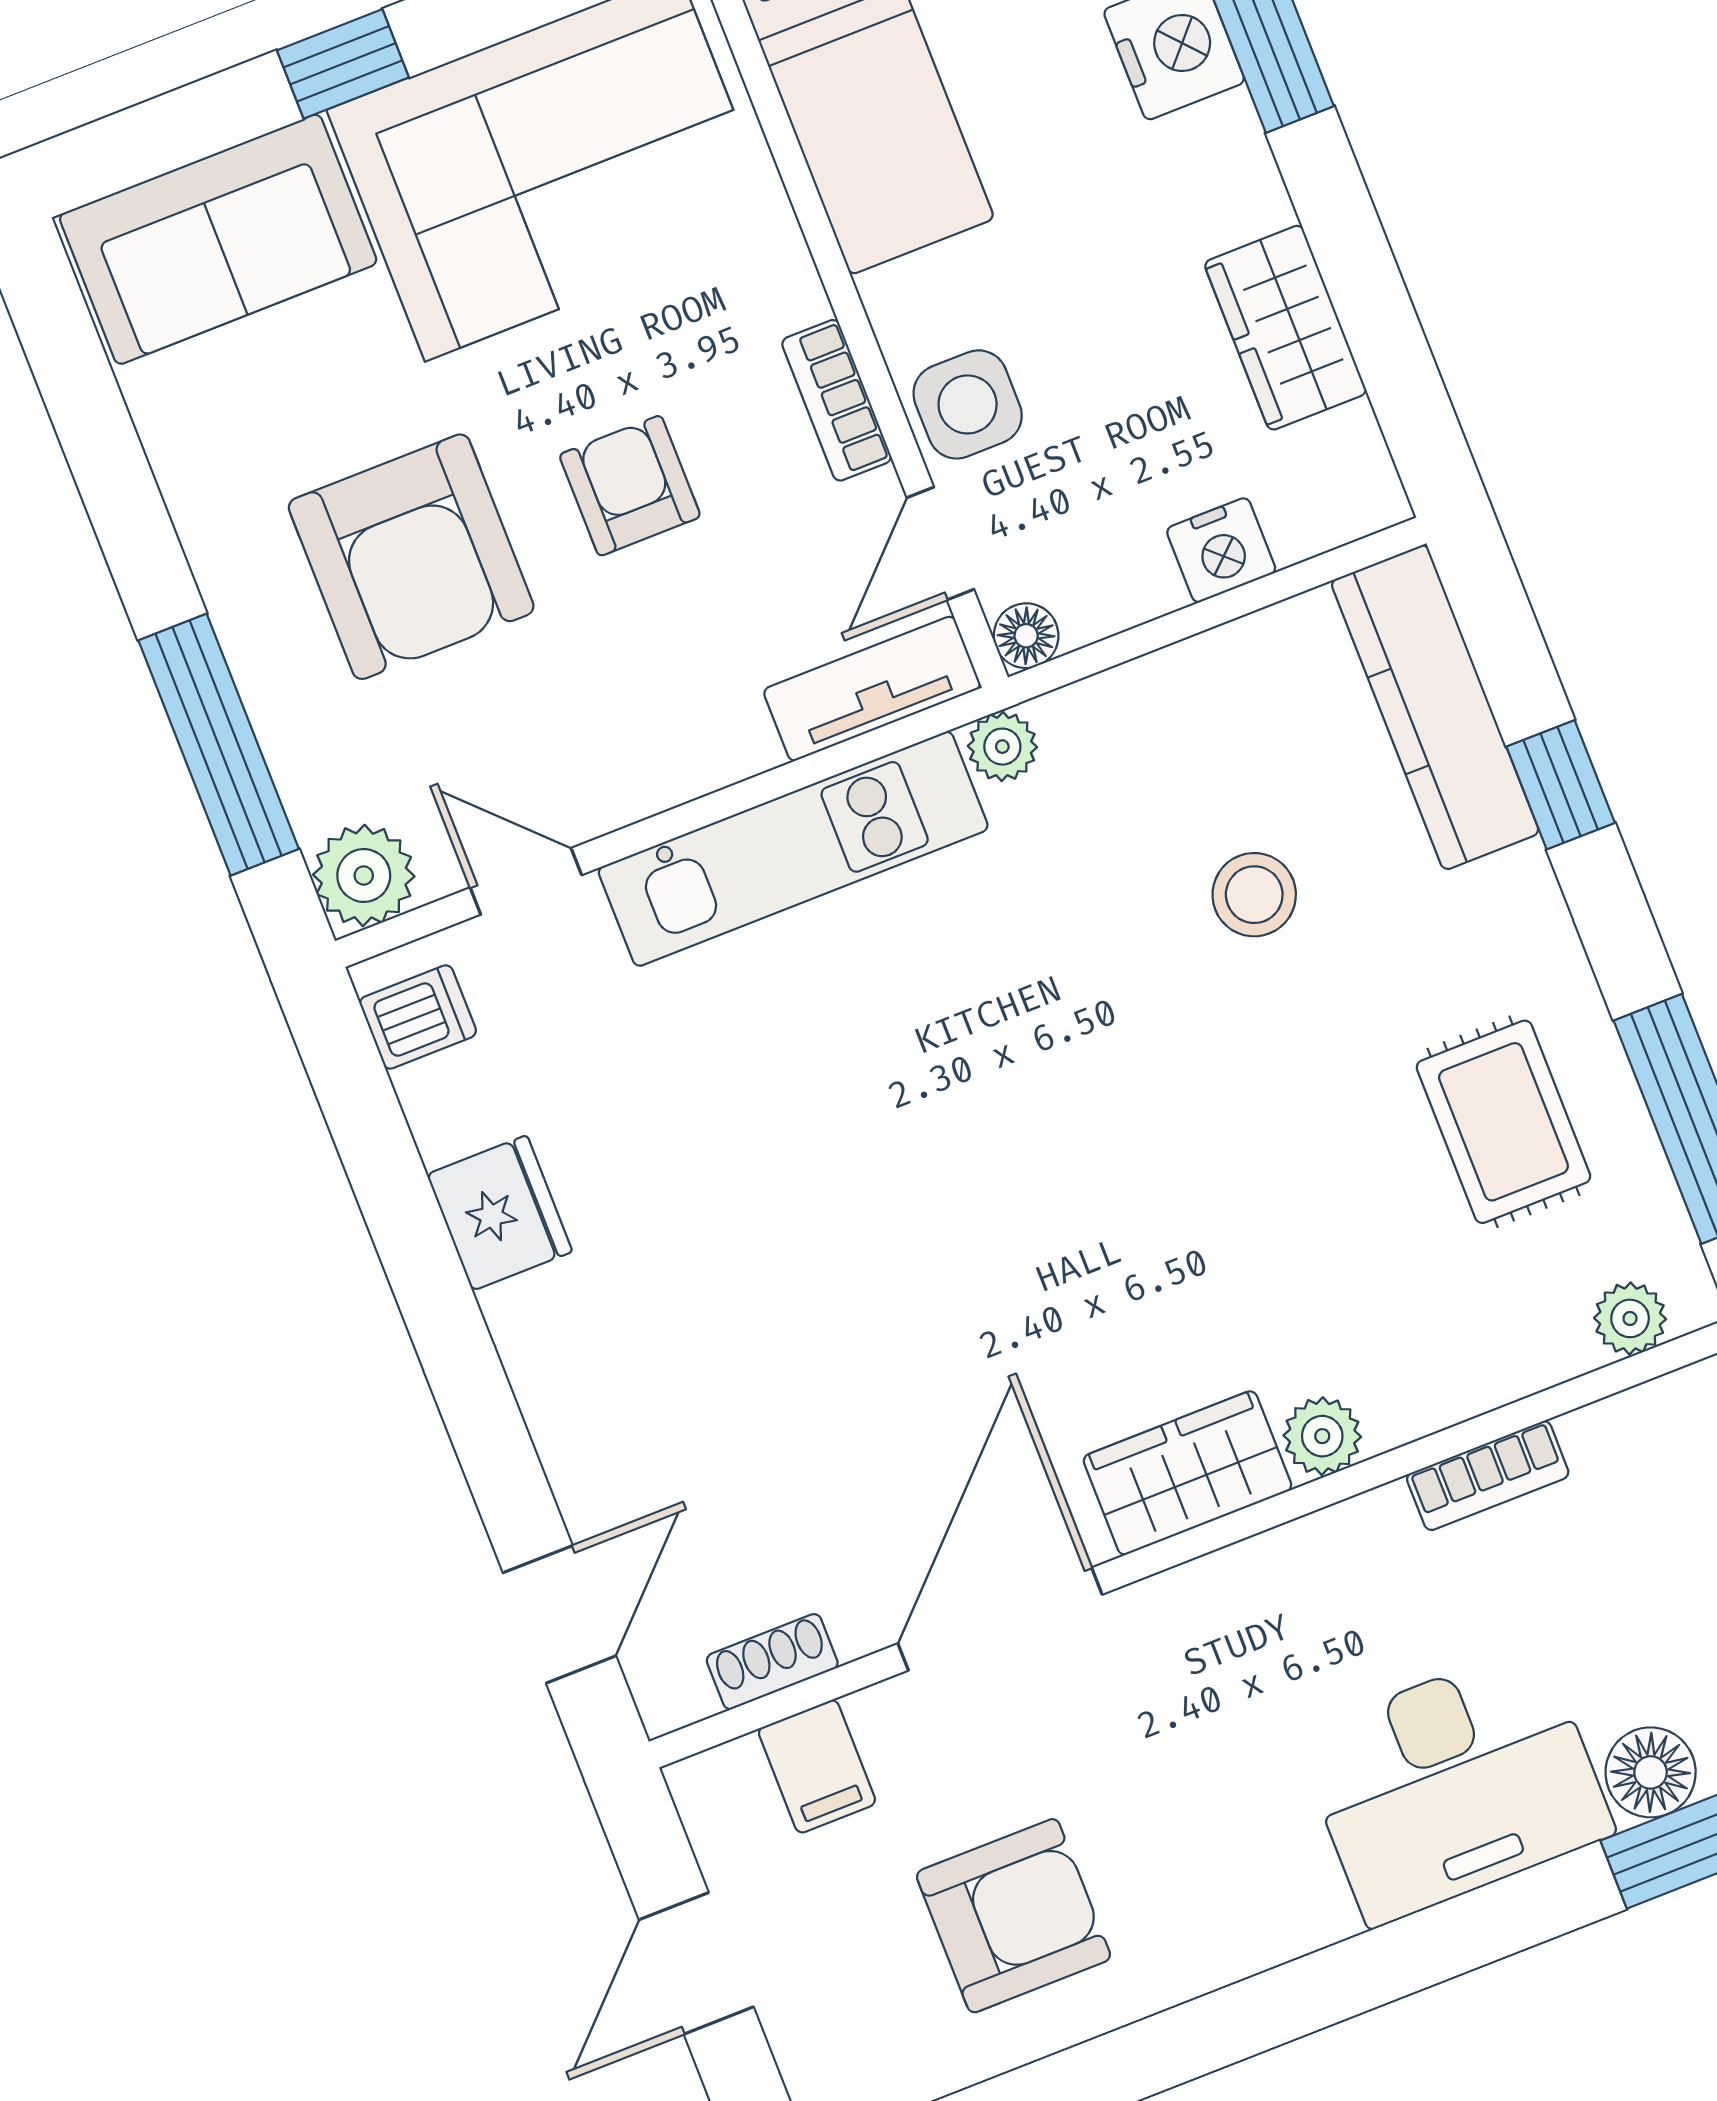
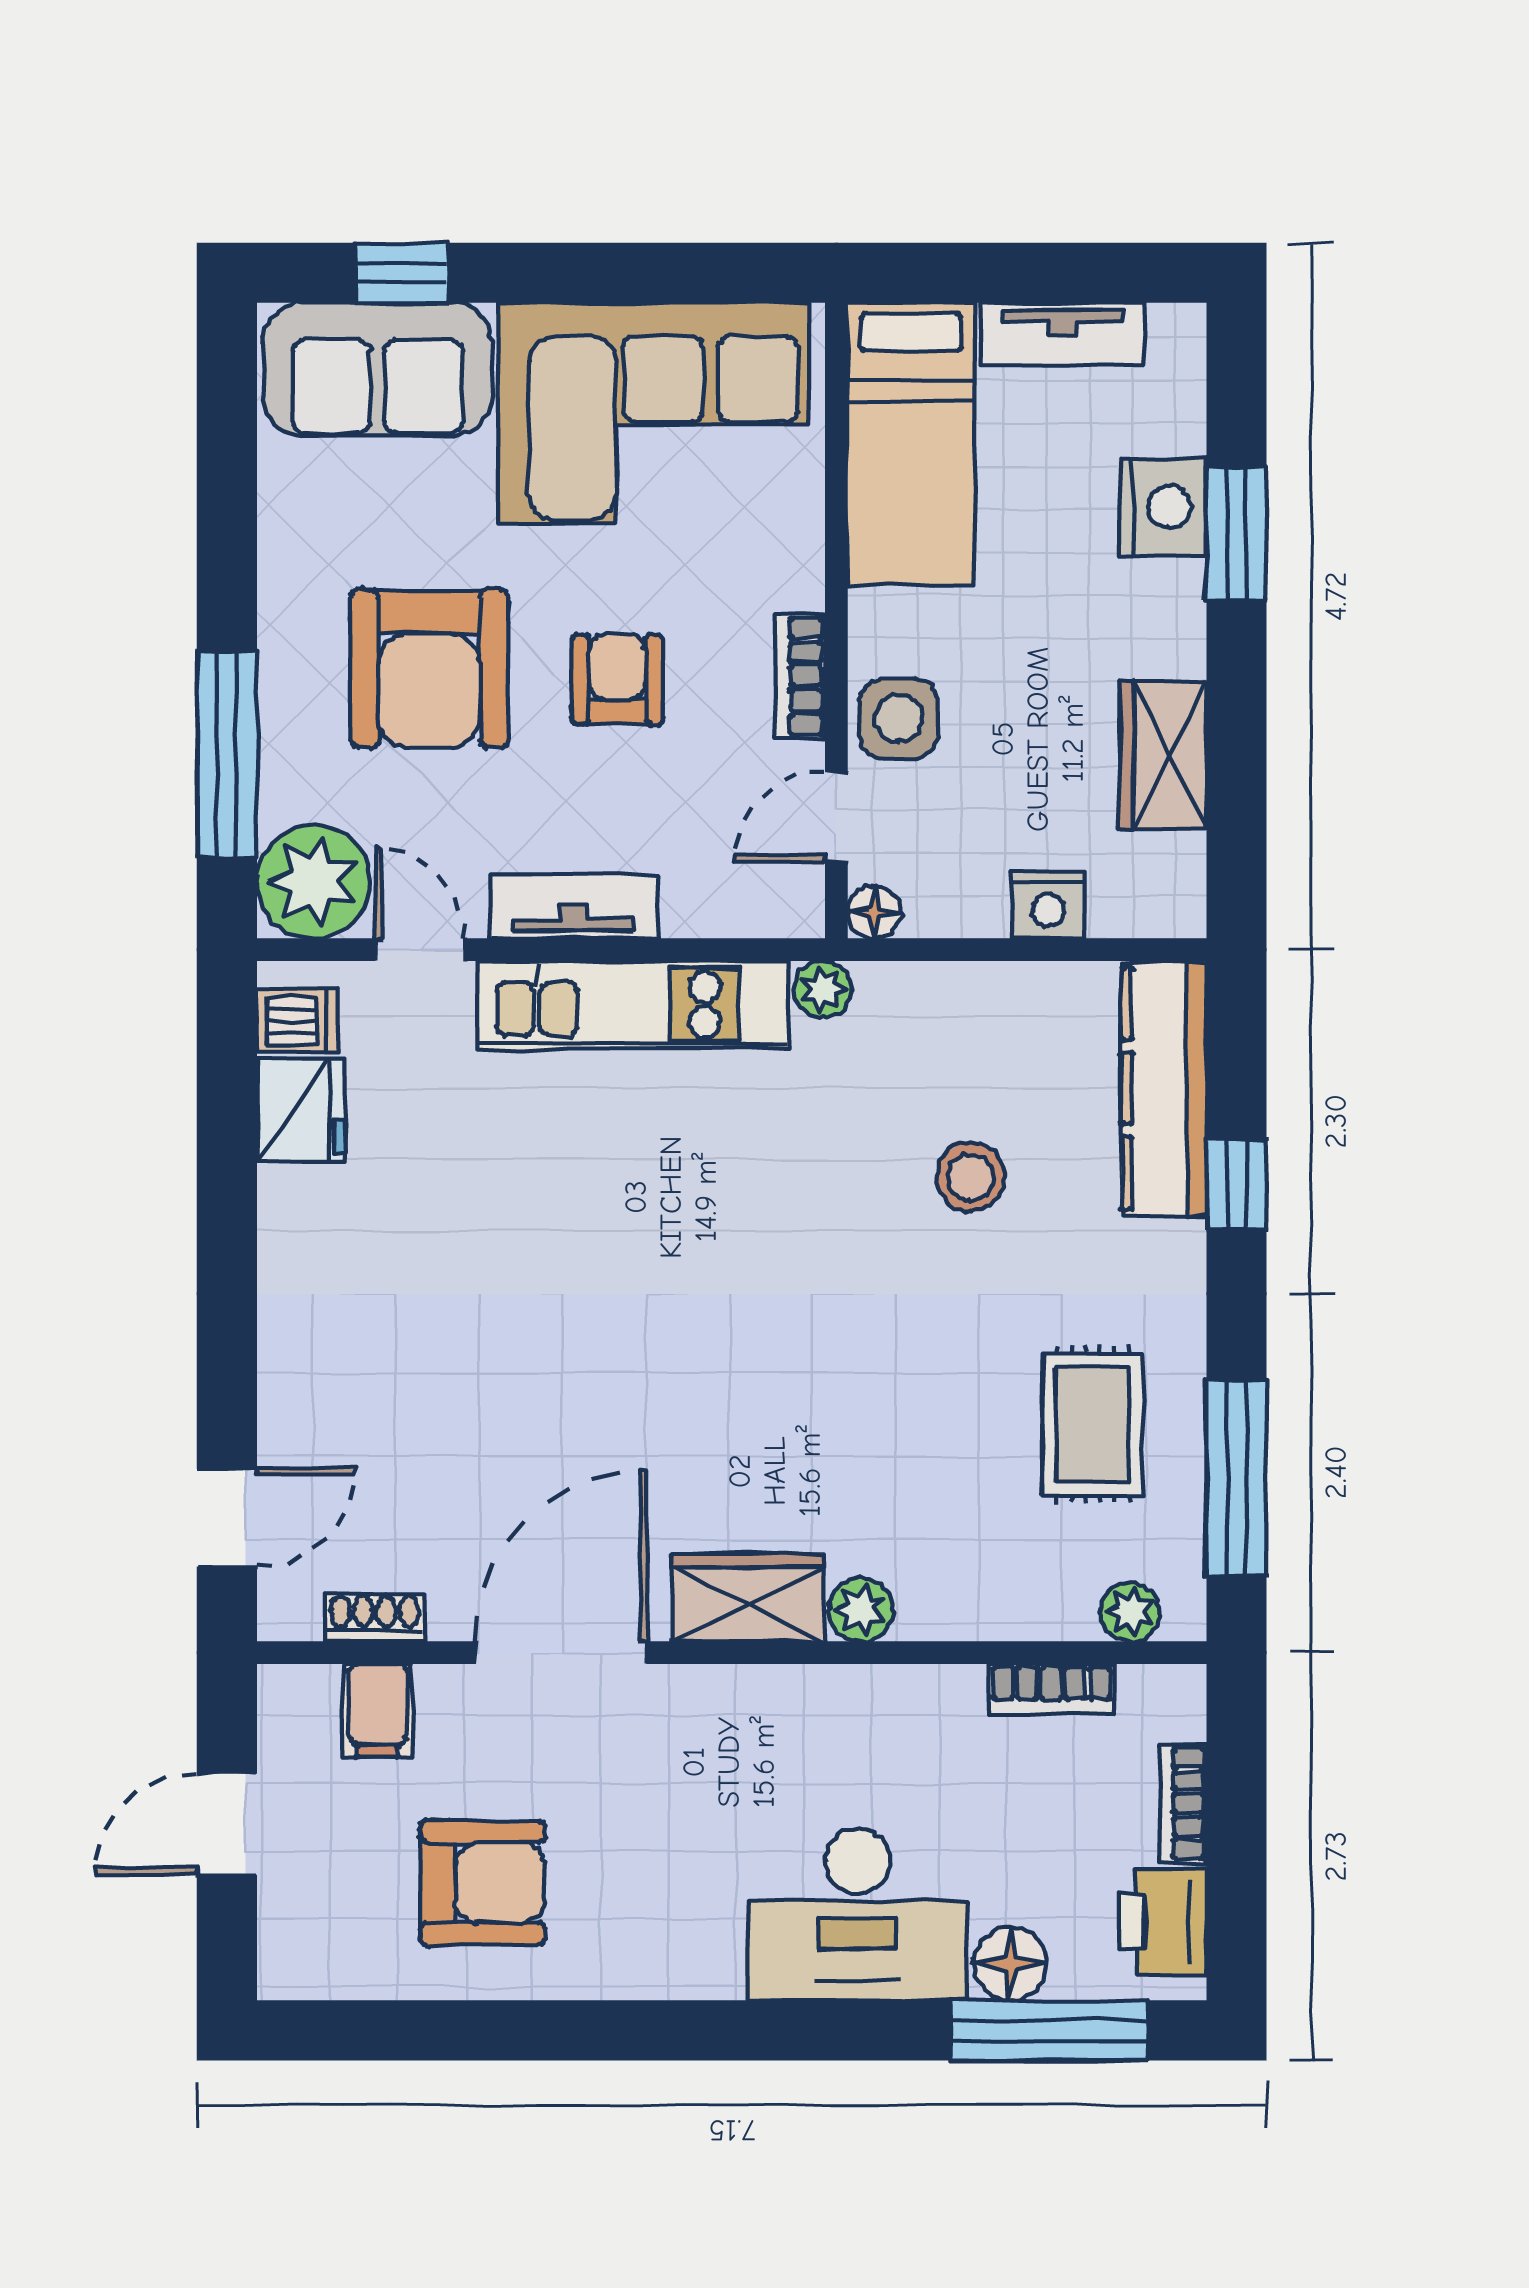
window: (343, 64) -> (401, 273), moved
tv unit: (872, 689) -> (574, 906), moved
plant: (364, 875) -> (313, 882), width x1.36, depth x1.36
fridge: (500, 1213) -> (301, 1110), moved
bookcase: (1488, 1476) -> (1051, 1689), moved

